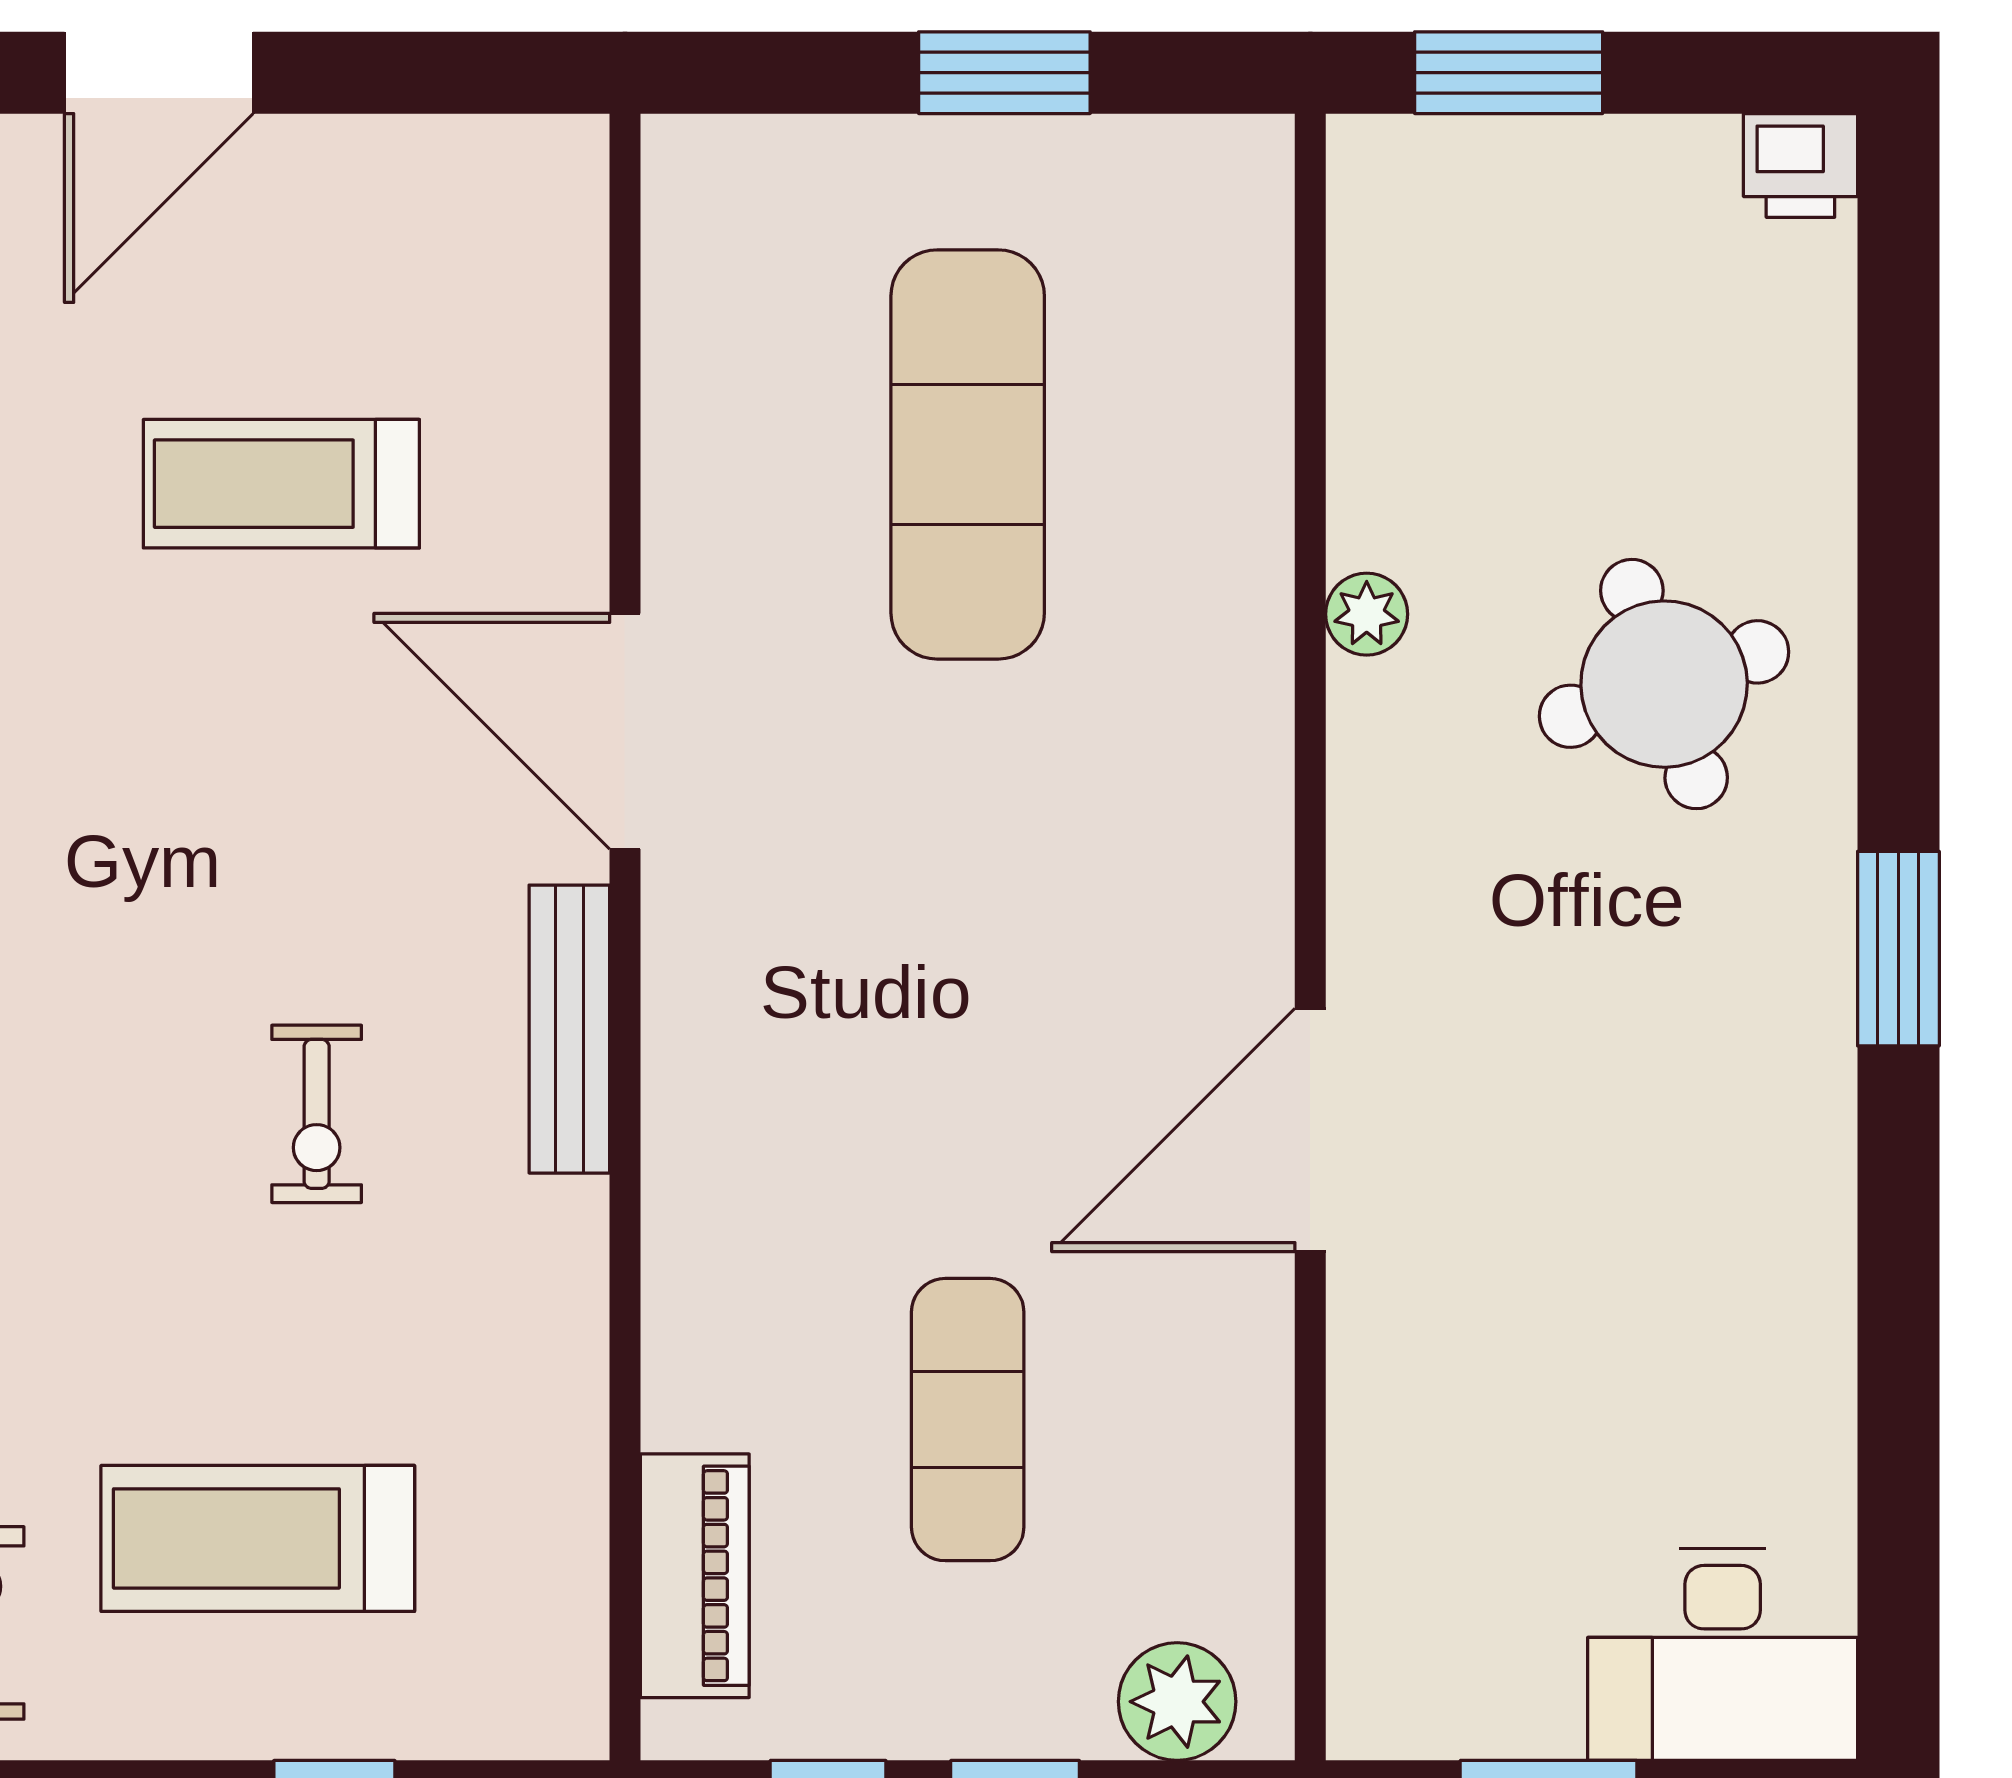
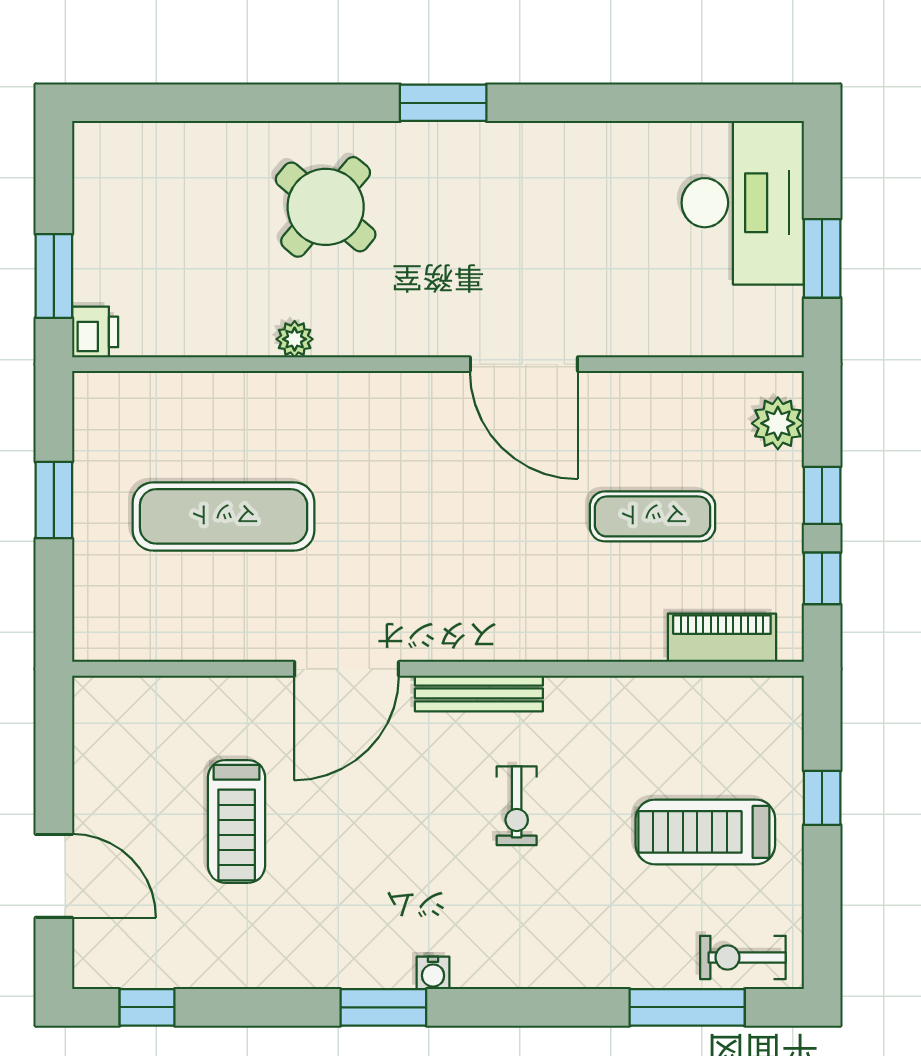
printer: (1800, 165) -> (95, 332), moved
round table: (1664, 684) -> (326, 207), turned -31
exercise bike: (317, 1114) -> (517, 806), turned 90
treadmill: (258, 1538) -> (705, 832), turned 90
desk: (1723, 1654) -> (743, 203), width x1.36, depth x1.30

